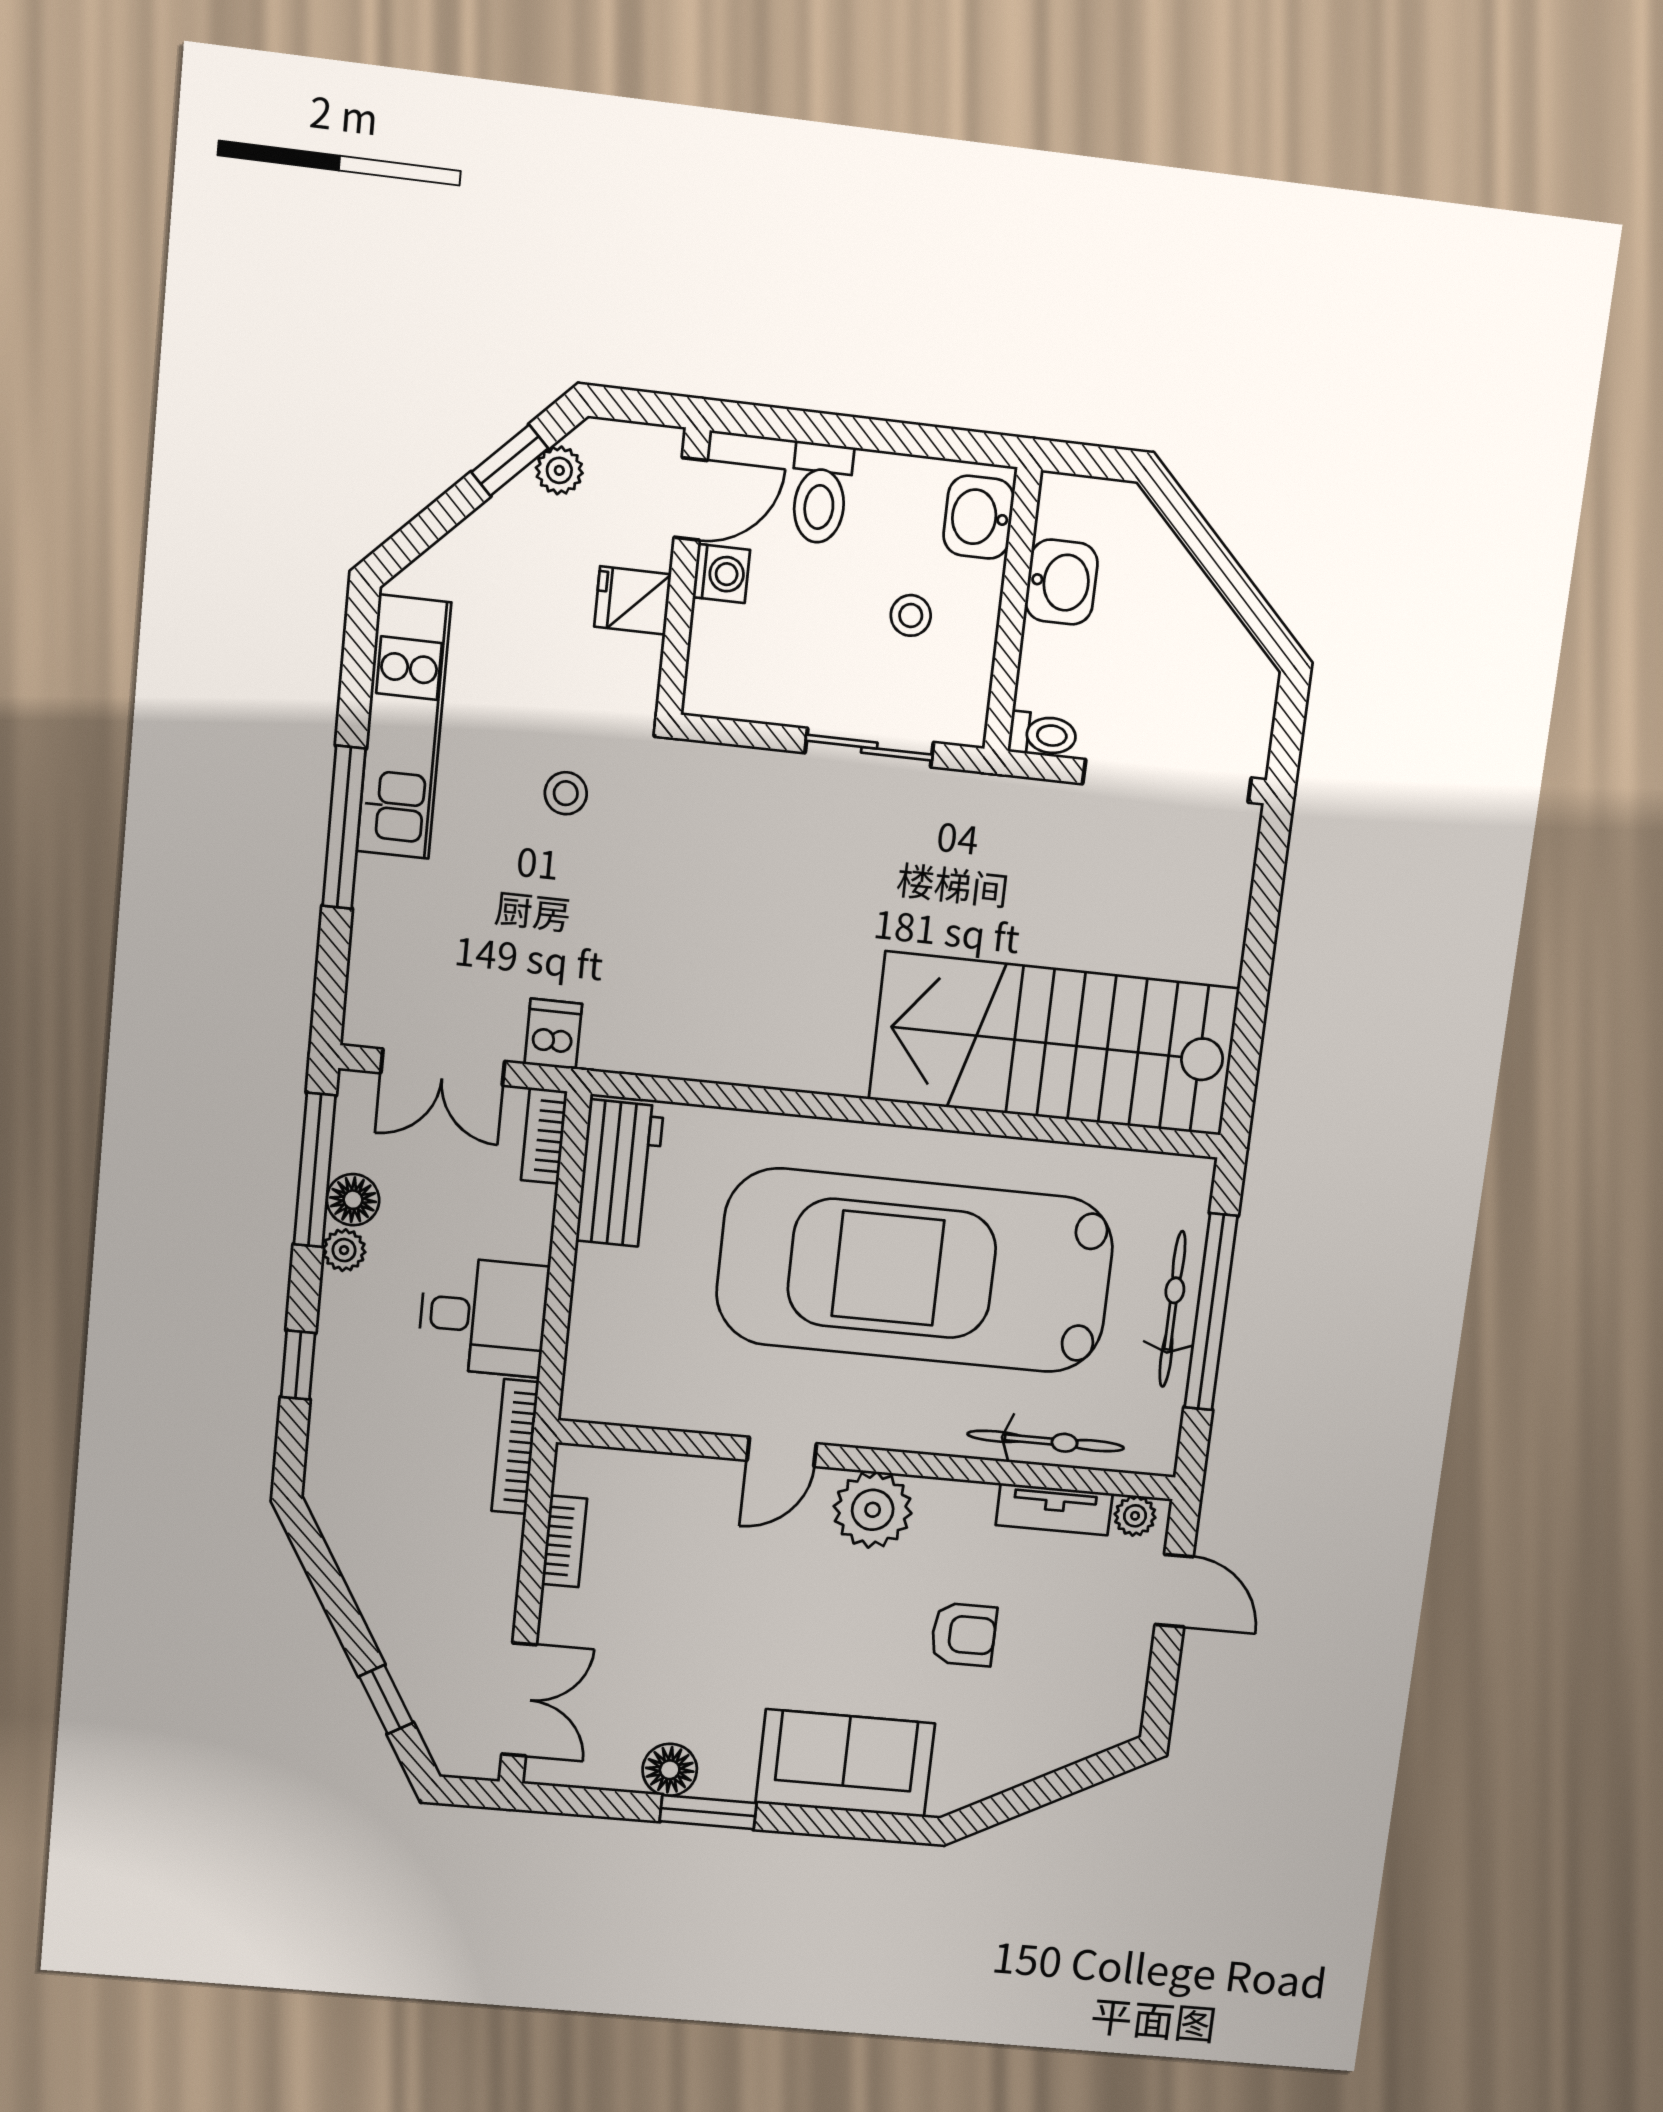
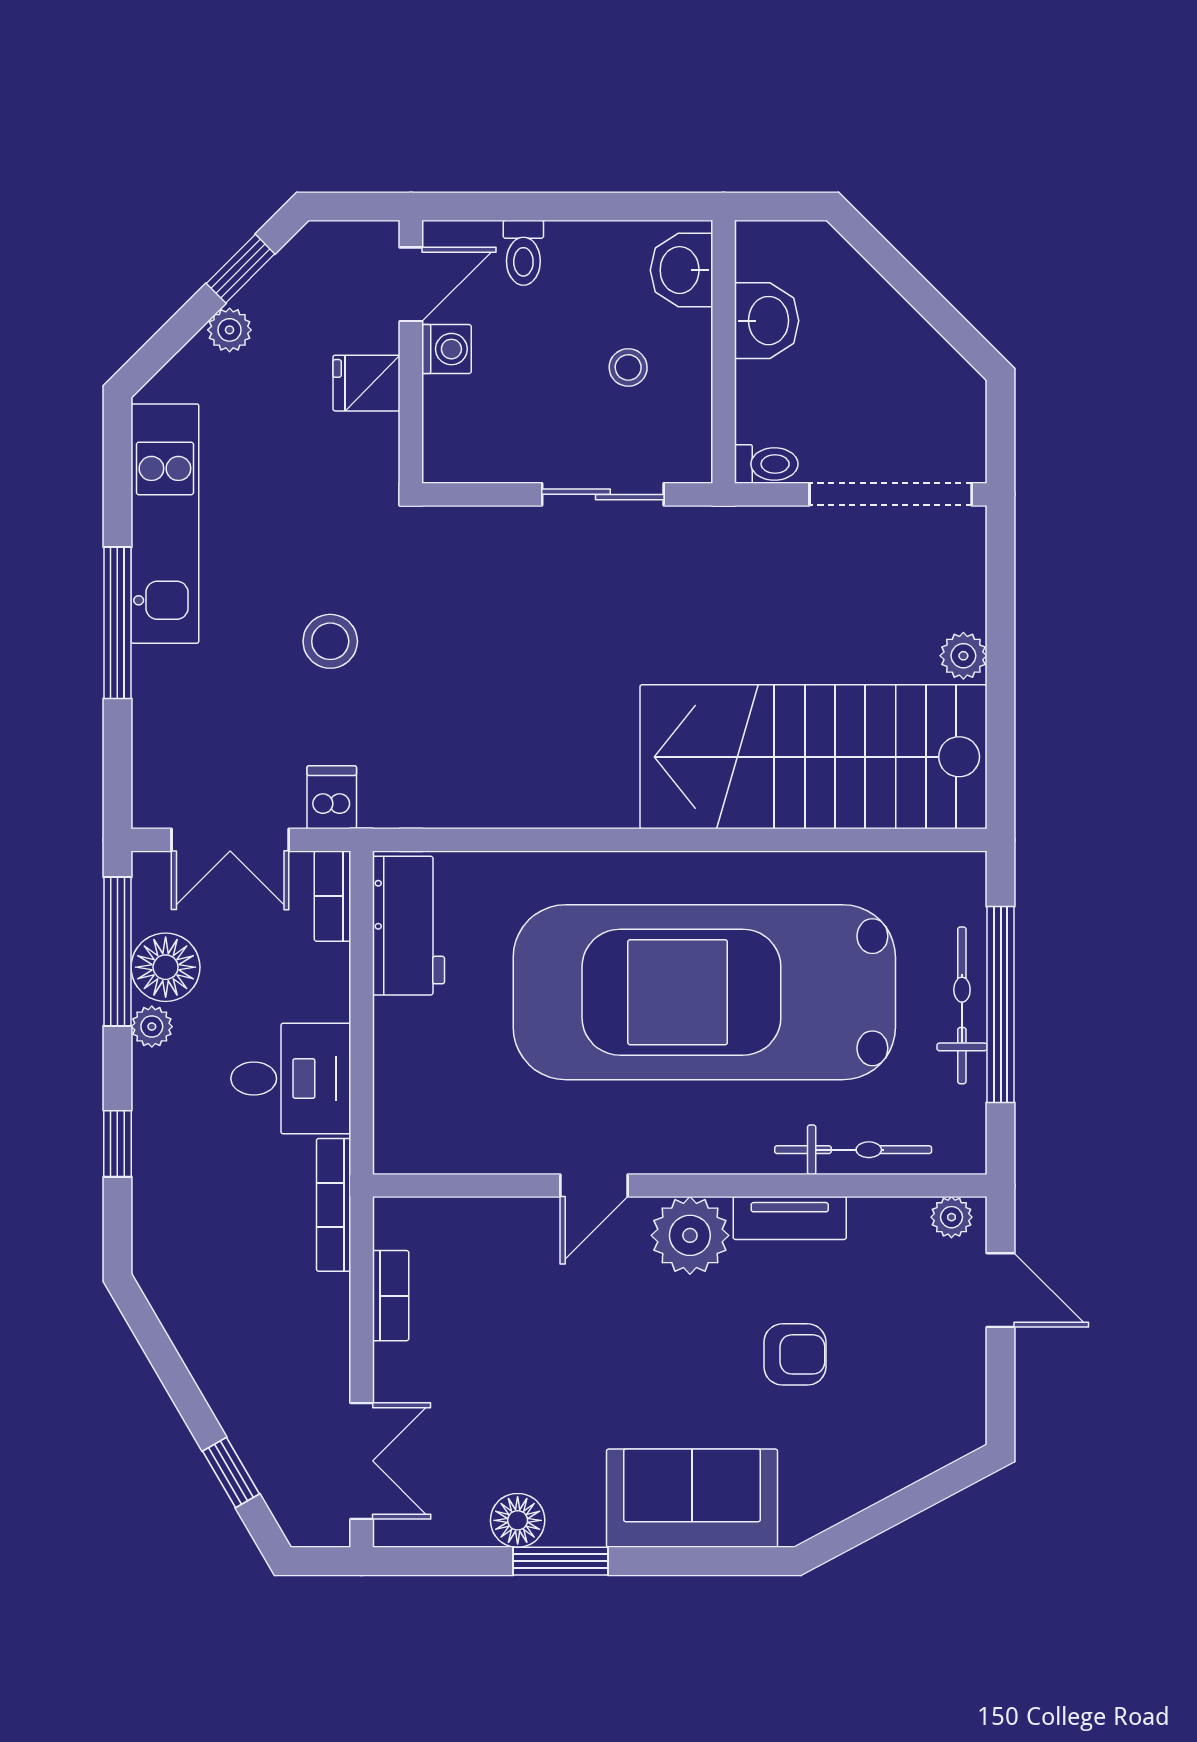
plant: (559, 470) -> (230, 330), moved
toilet: (820, 493) -> (523, 253), width x0.73, depth x0.72
stool: (566, 793) -> (330, 641), moved, width x1.37, depth x1.37
plant: (1220, 956) -> (963, 656), added
floor lamp: (353, 1200) -> (166, 967), width x1.38, depth x1.38
tv unit: (1054, 1509) -> (790, 1218), moved

